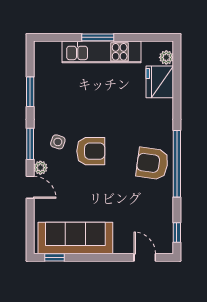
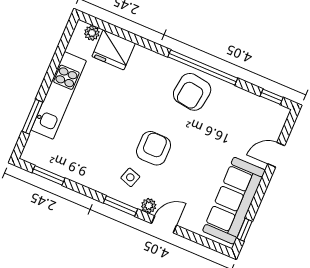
window: (98, 37) -> (32, 117), moved
window: (30, 92) -> (49, 175), moved
door: (145, 257) -> (276, 155), moved

